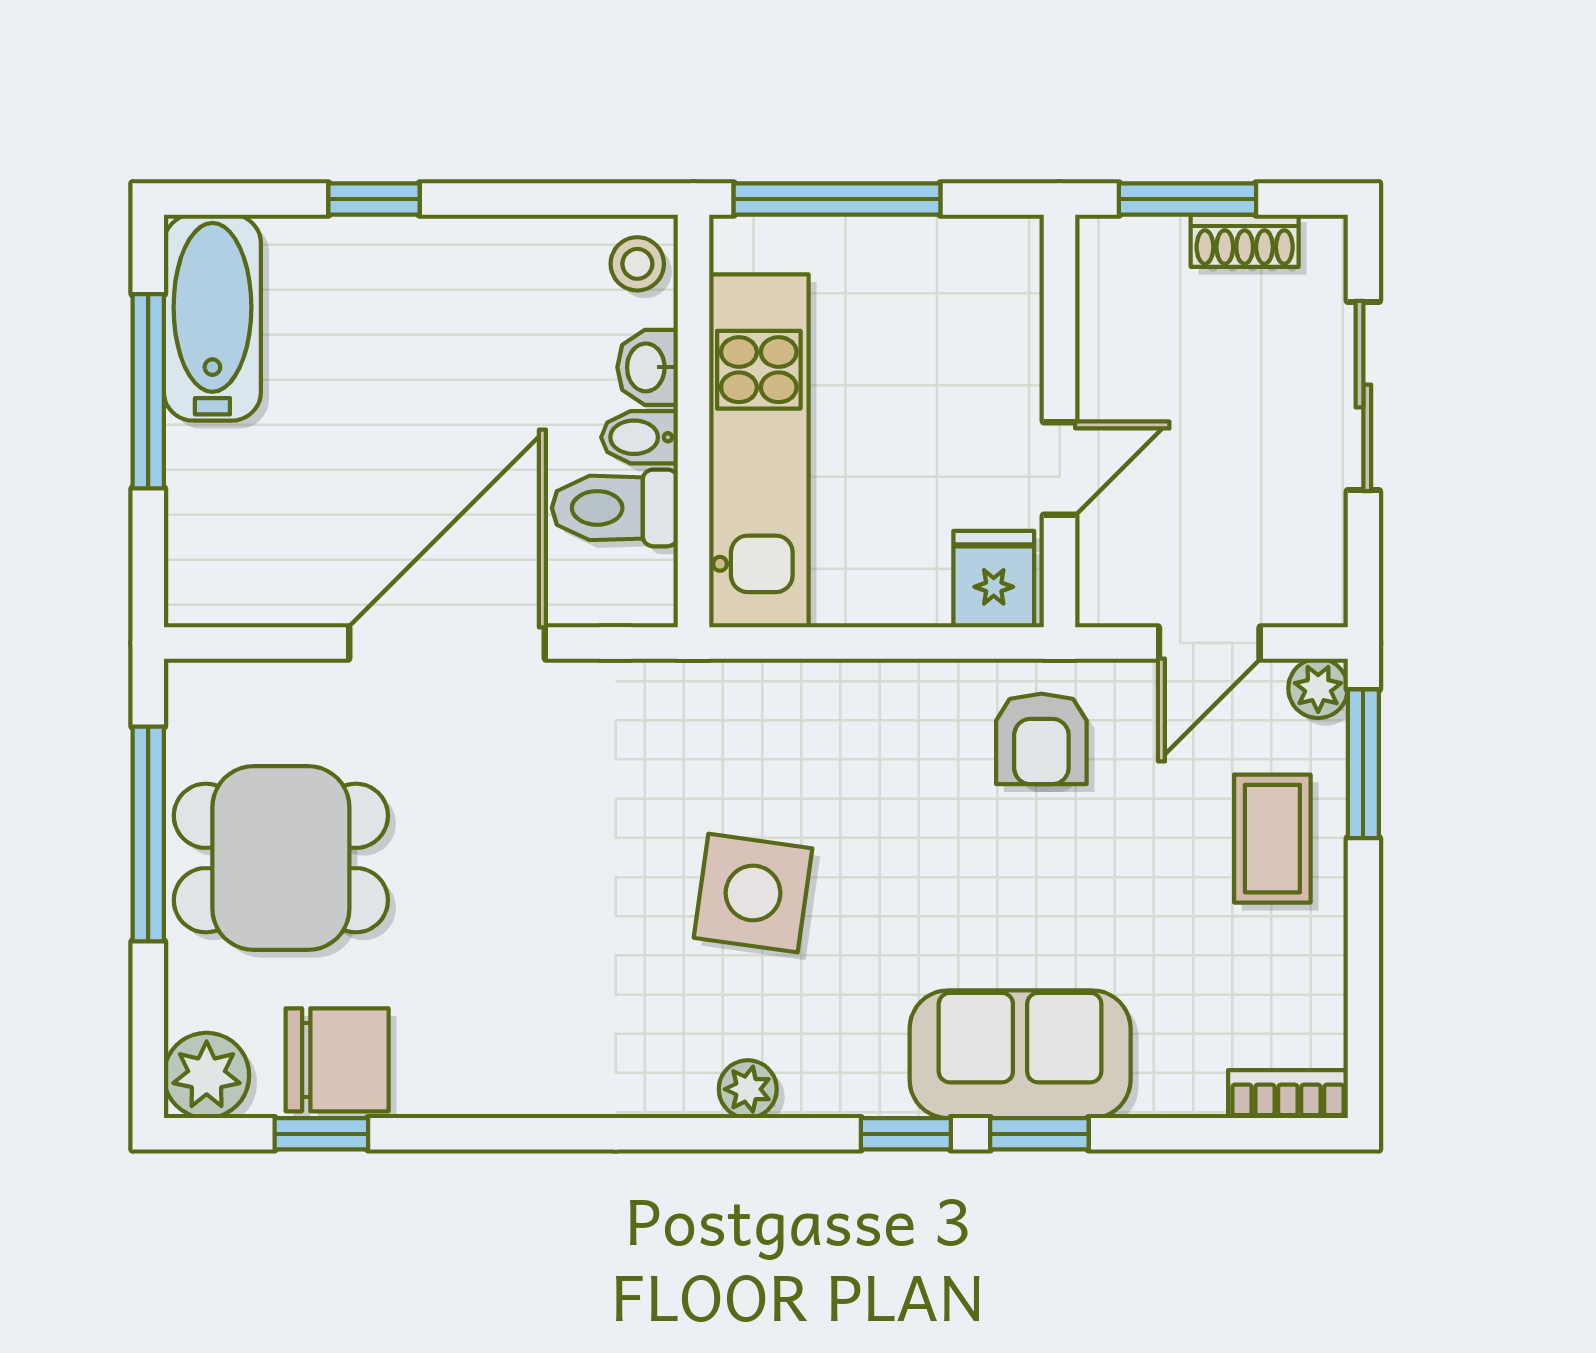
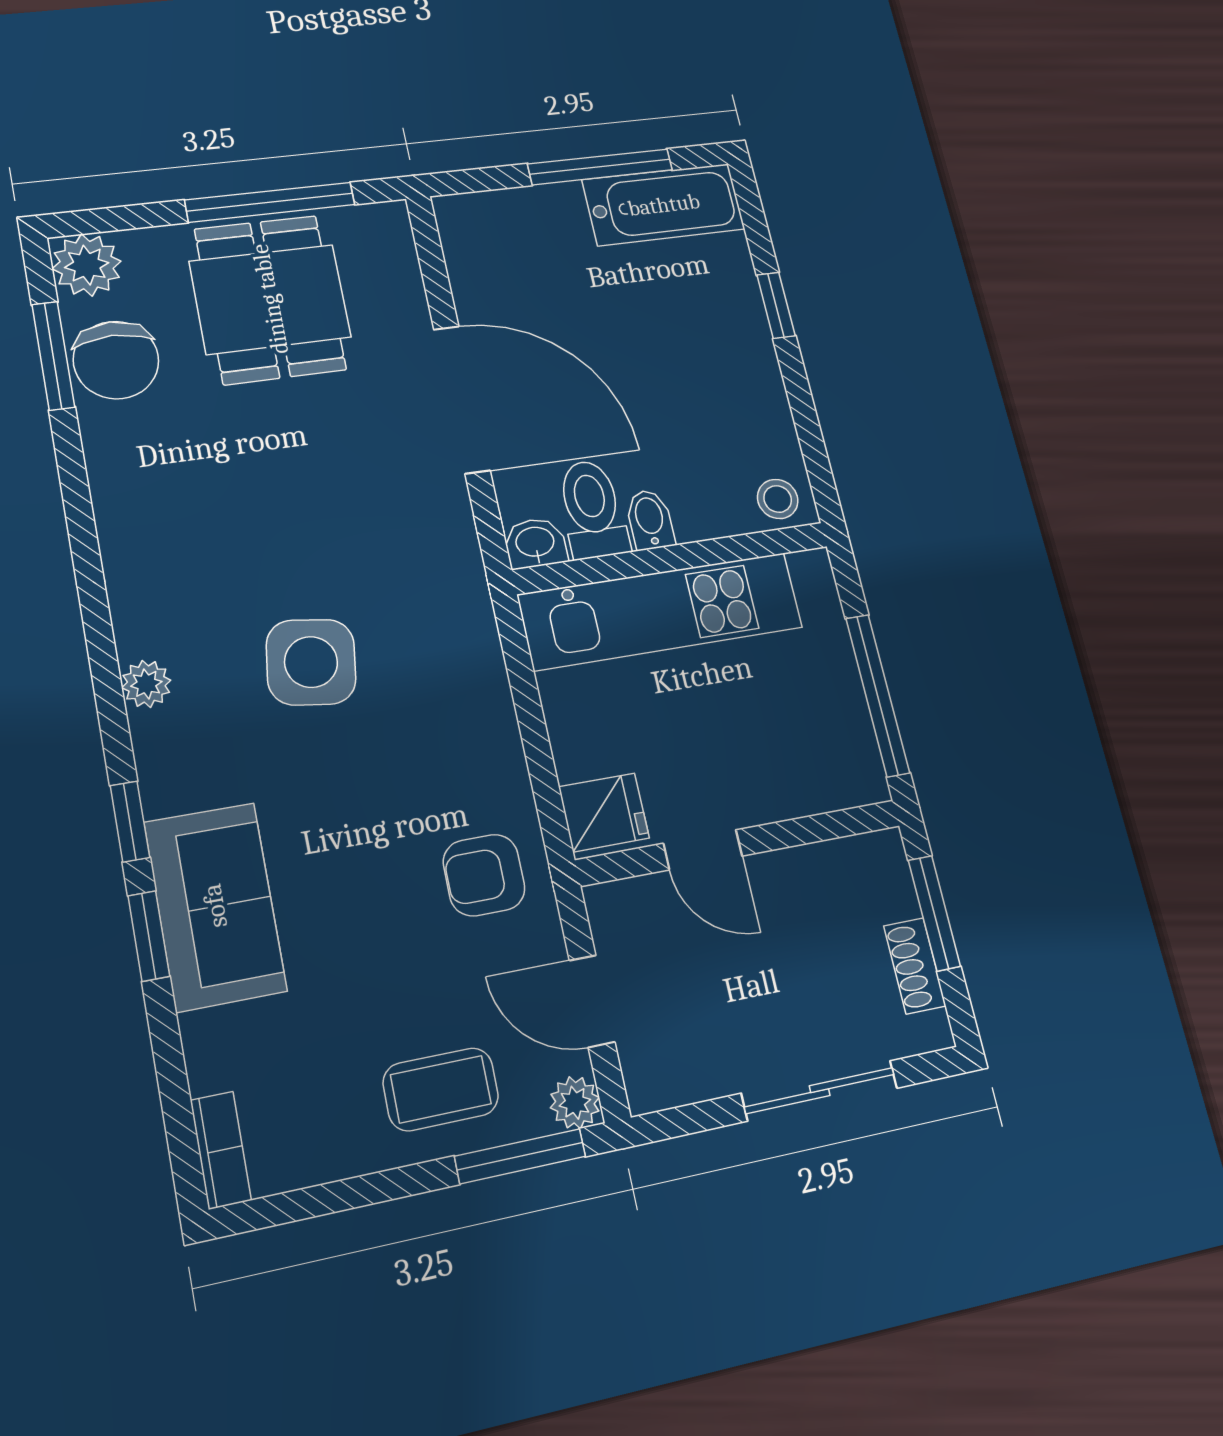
window: (837, 199) -> (878, 695), moved
washbasin: (648, 367) -> (535, 543), moved
window: (321, 1134) -> (53, 356), width x1.50

